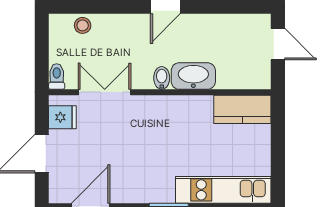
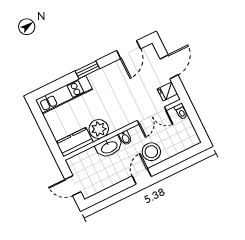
stool: (83, 25) -> (151, 152), moved, width x1.89, depth x1.89
plant: (196, 111) -> (99, 129), added

